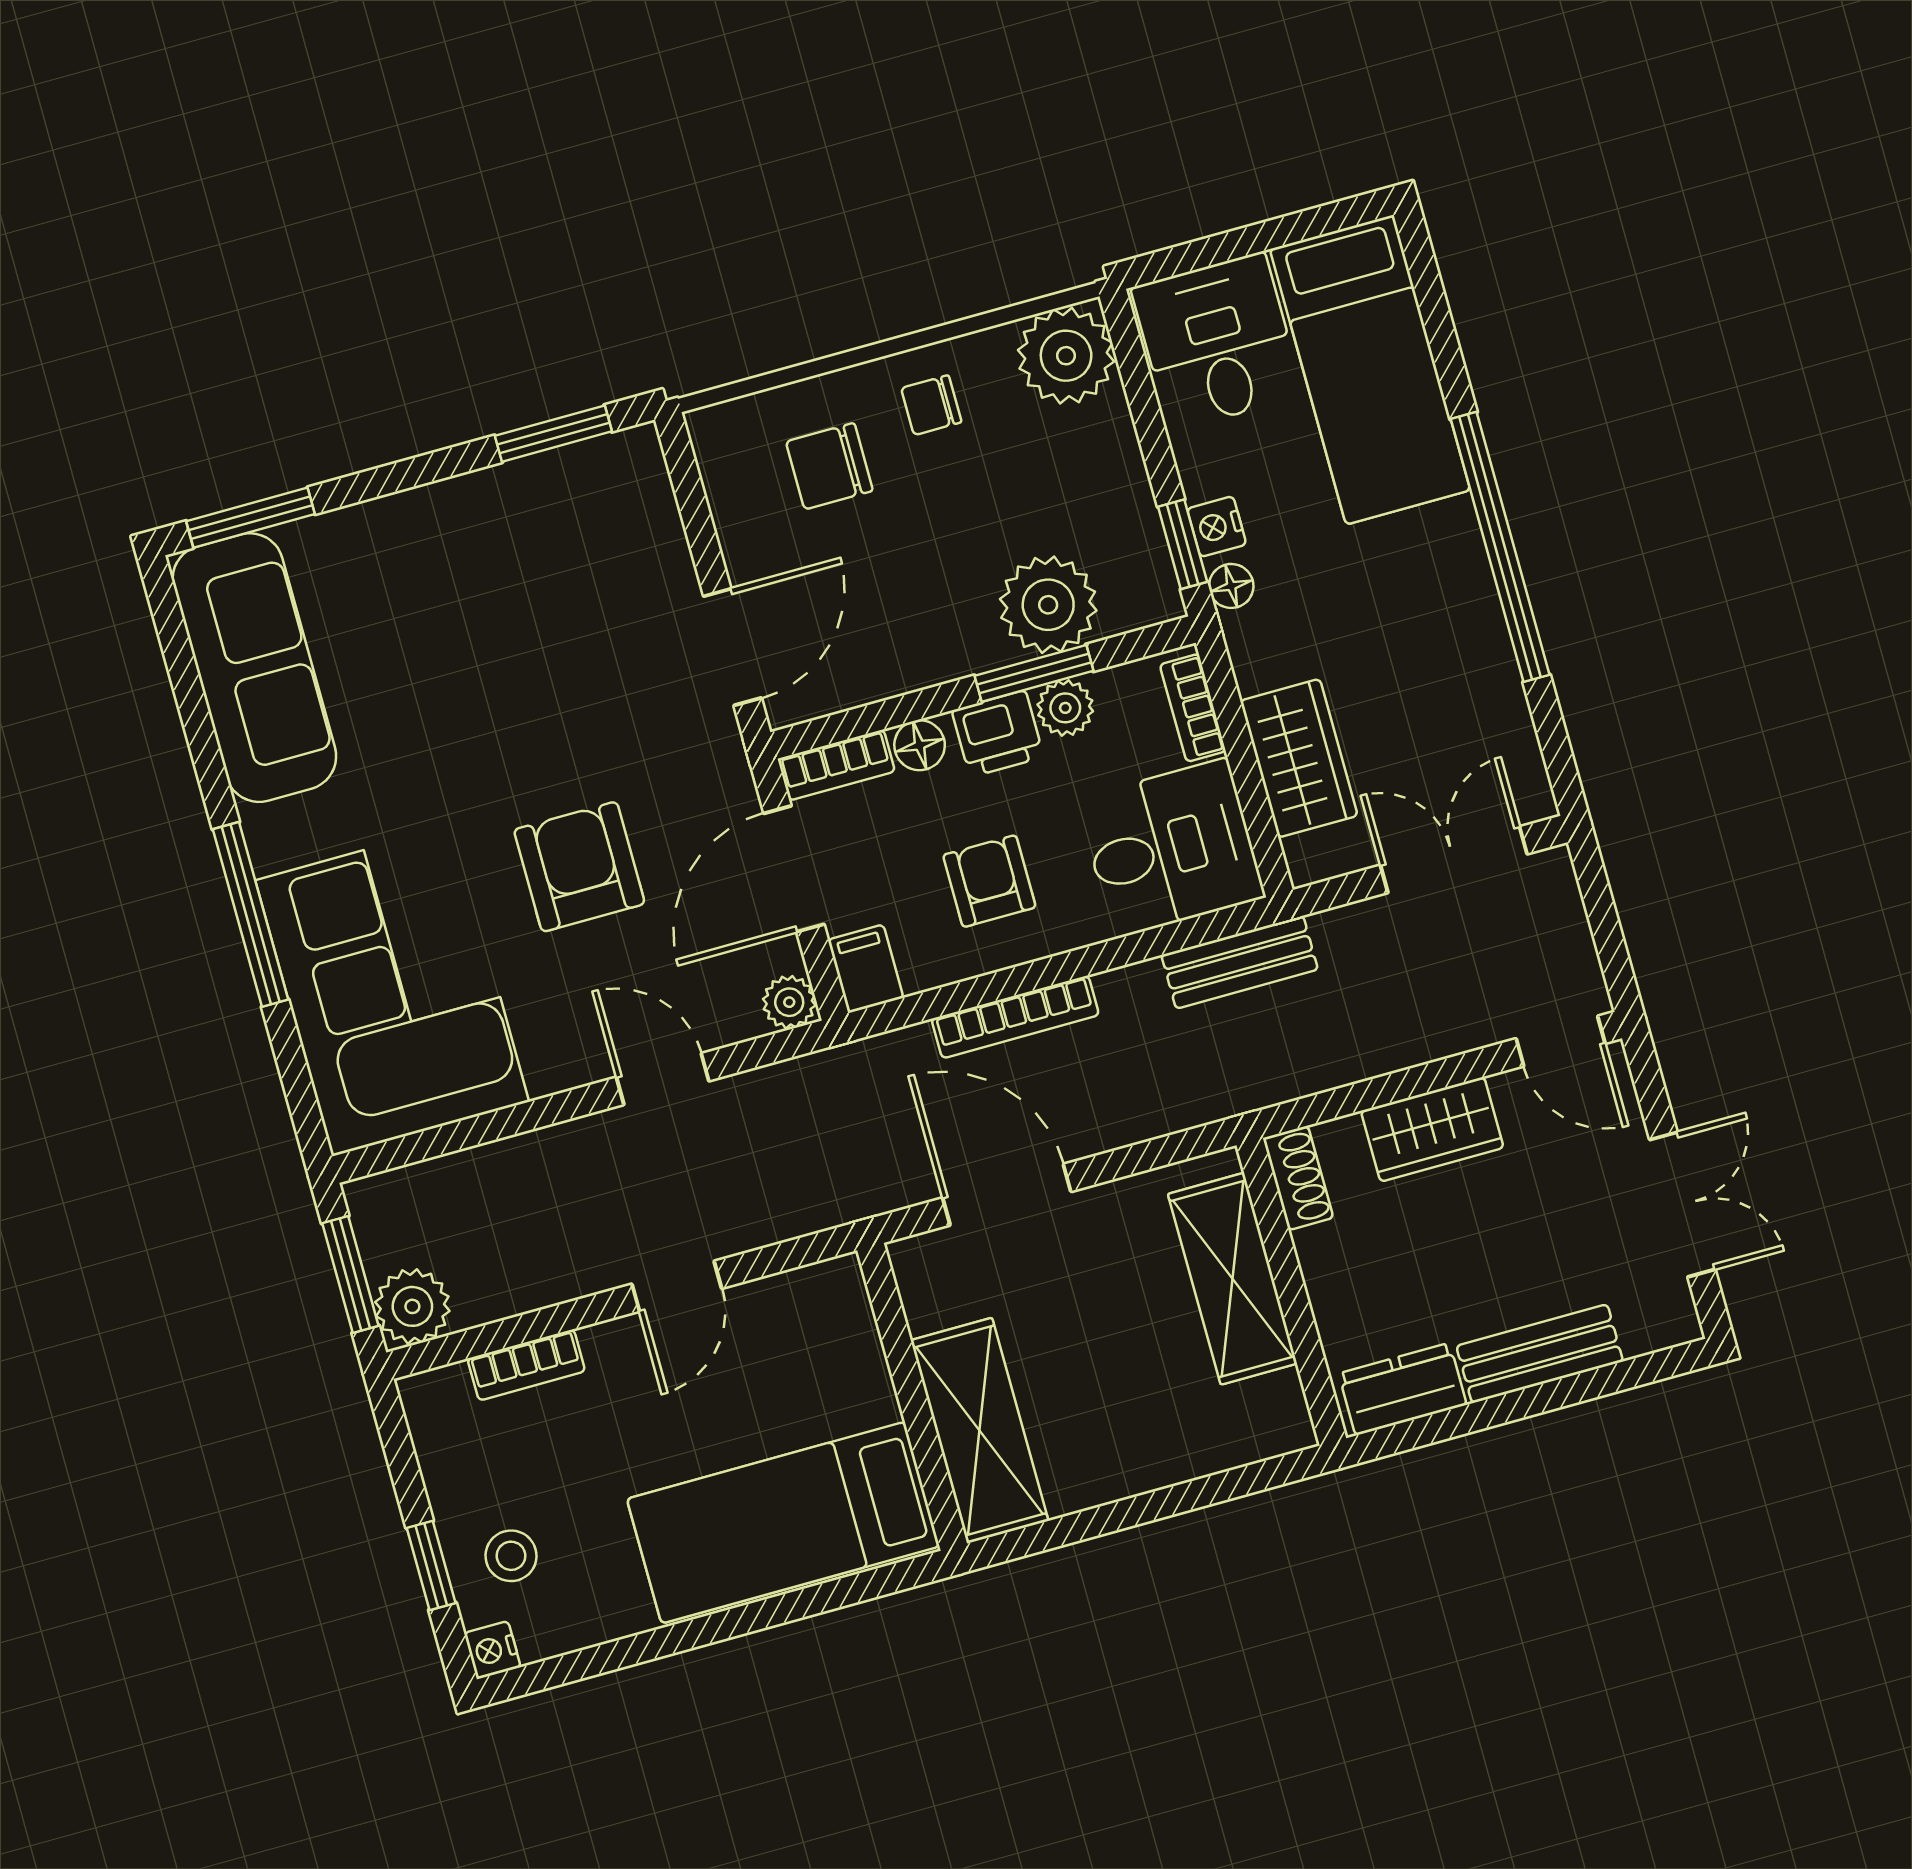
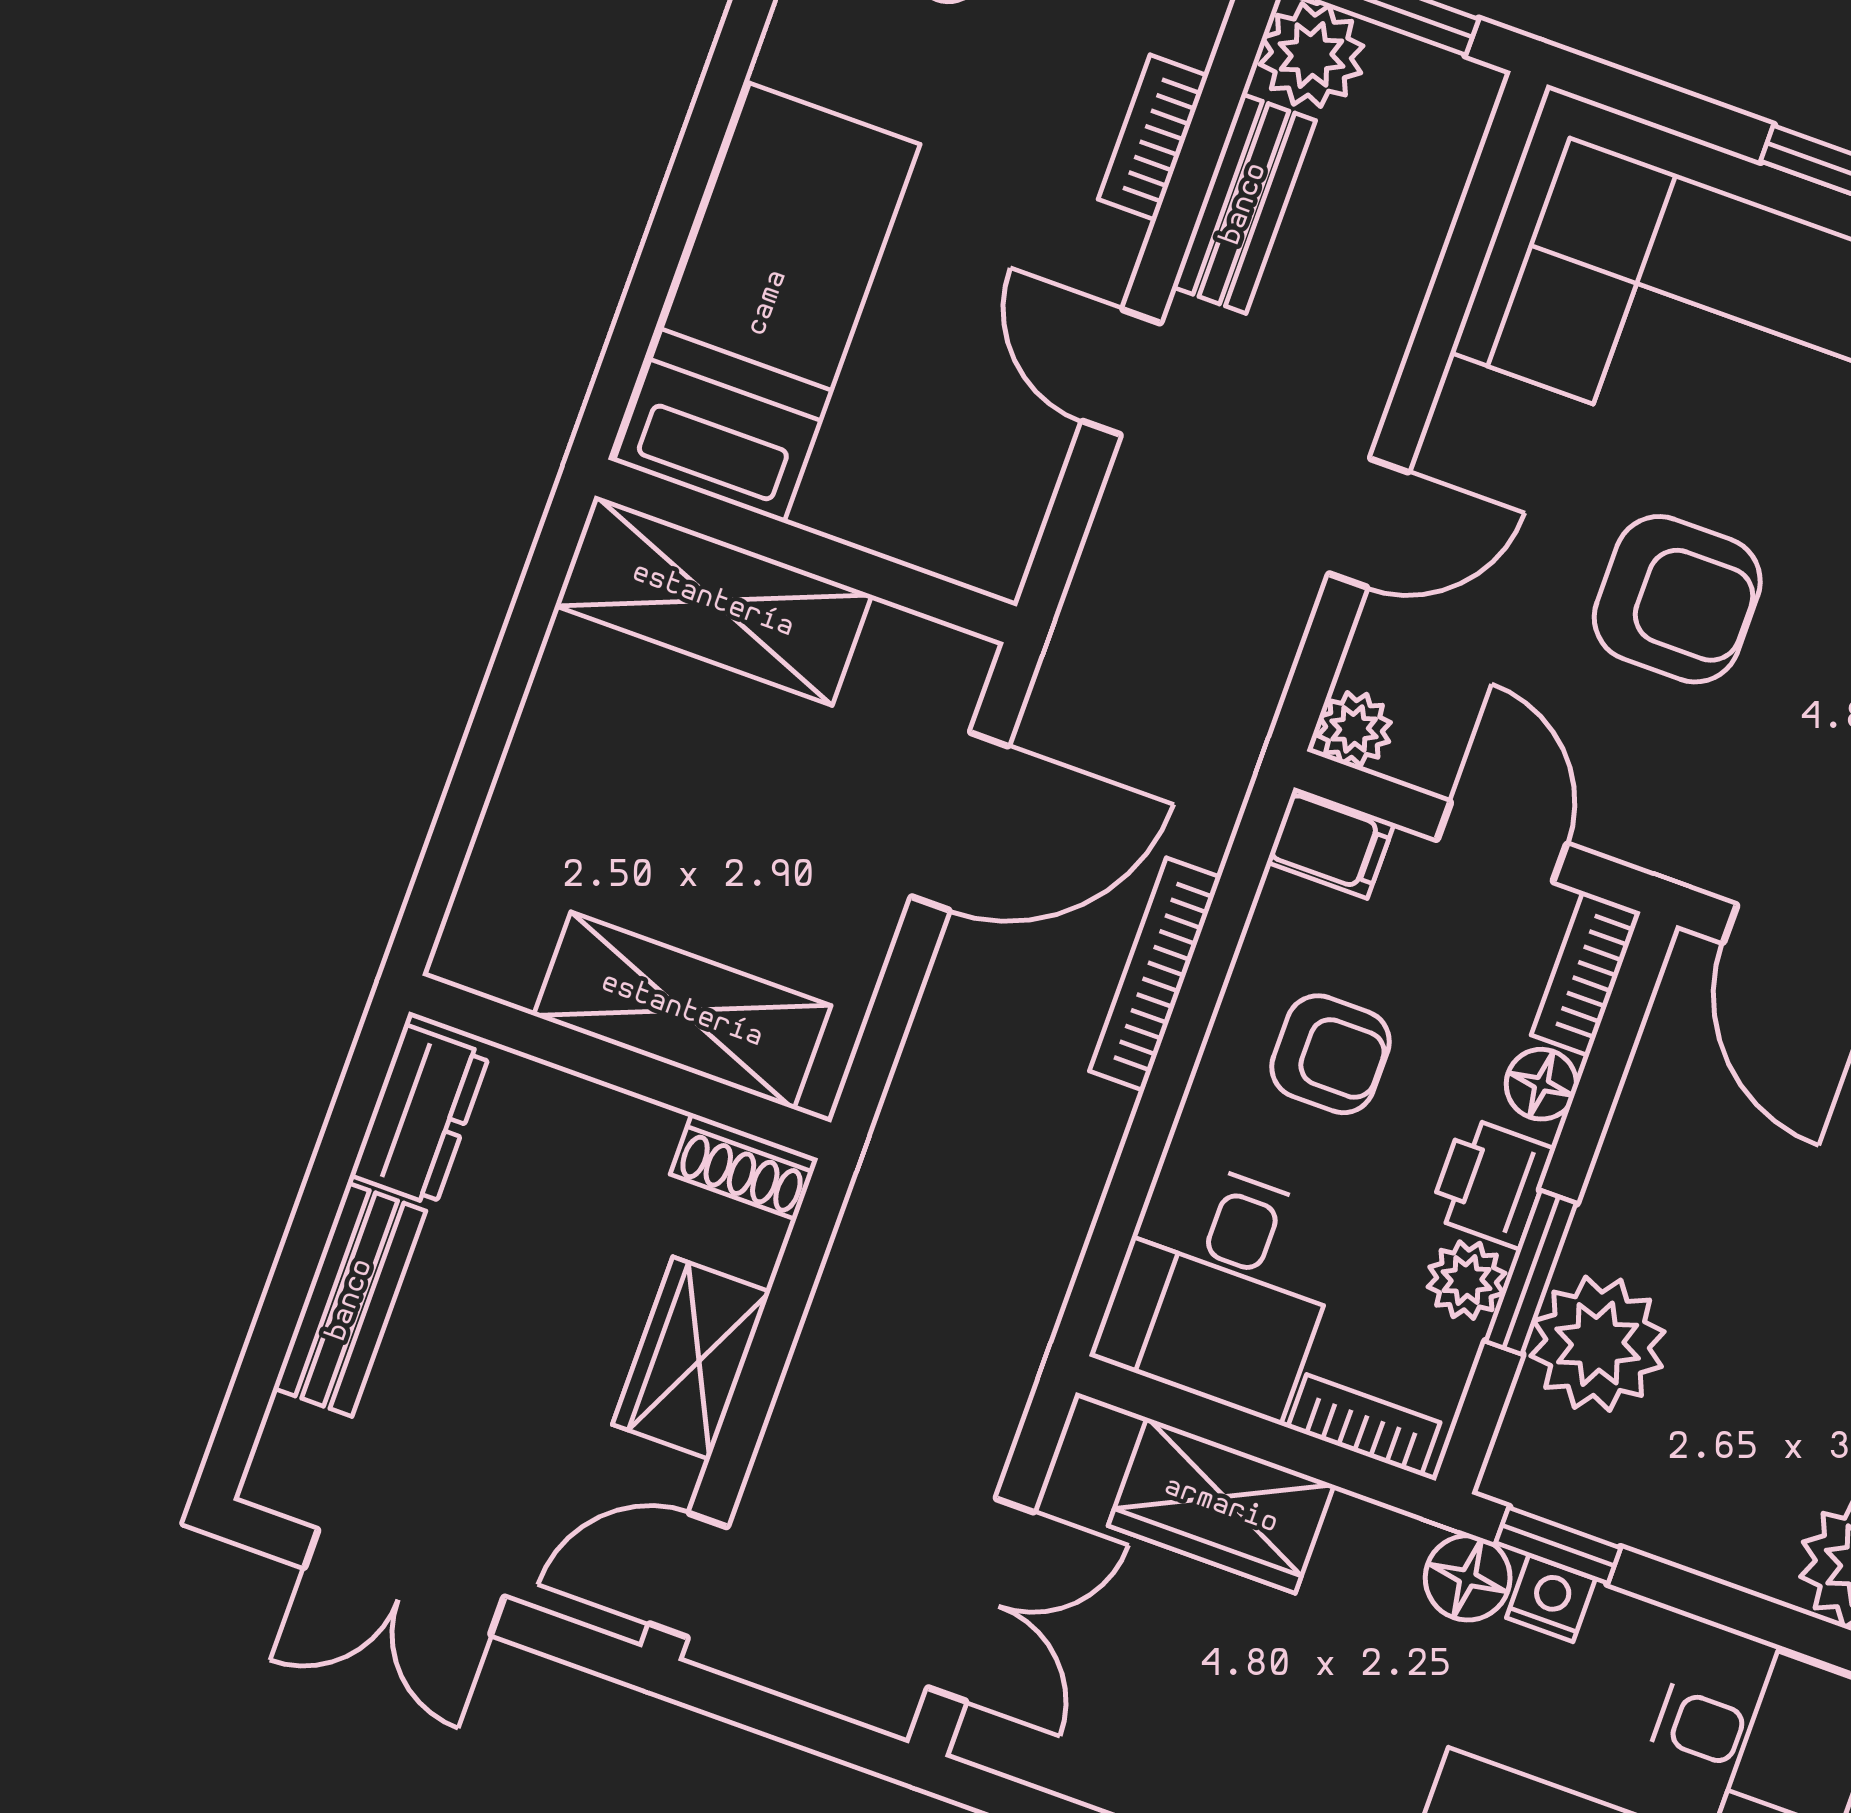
floor lamp: (1231, 586) -> (1468, 1578), width x1.37, depth x1.37
door: (794, 869) -> (1502, 842), width x0.73
bench: (1240, 962) -> (1244, 204), moved

